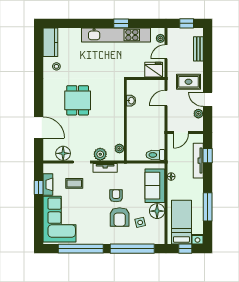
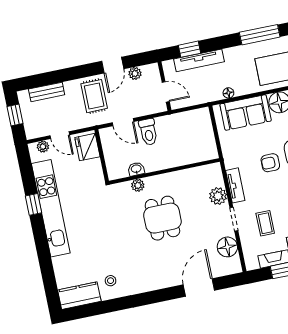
dining table: (78, 100) -> (162, 218), moved, turned 90
plant: (119, 149) -> (138, 185), moved
toilet: (155, 155) -> (148, 132), moved

